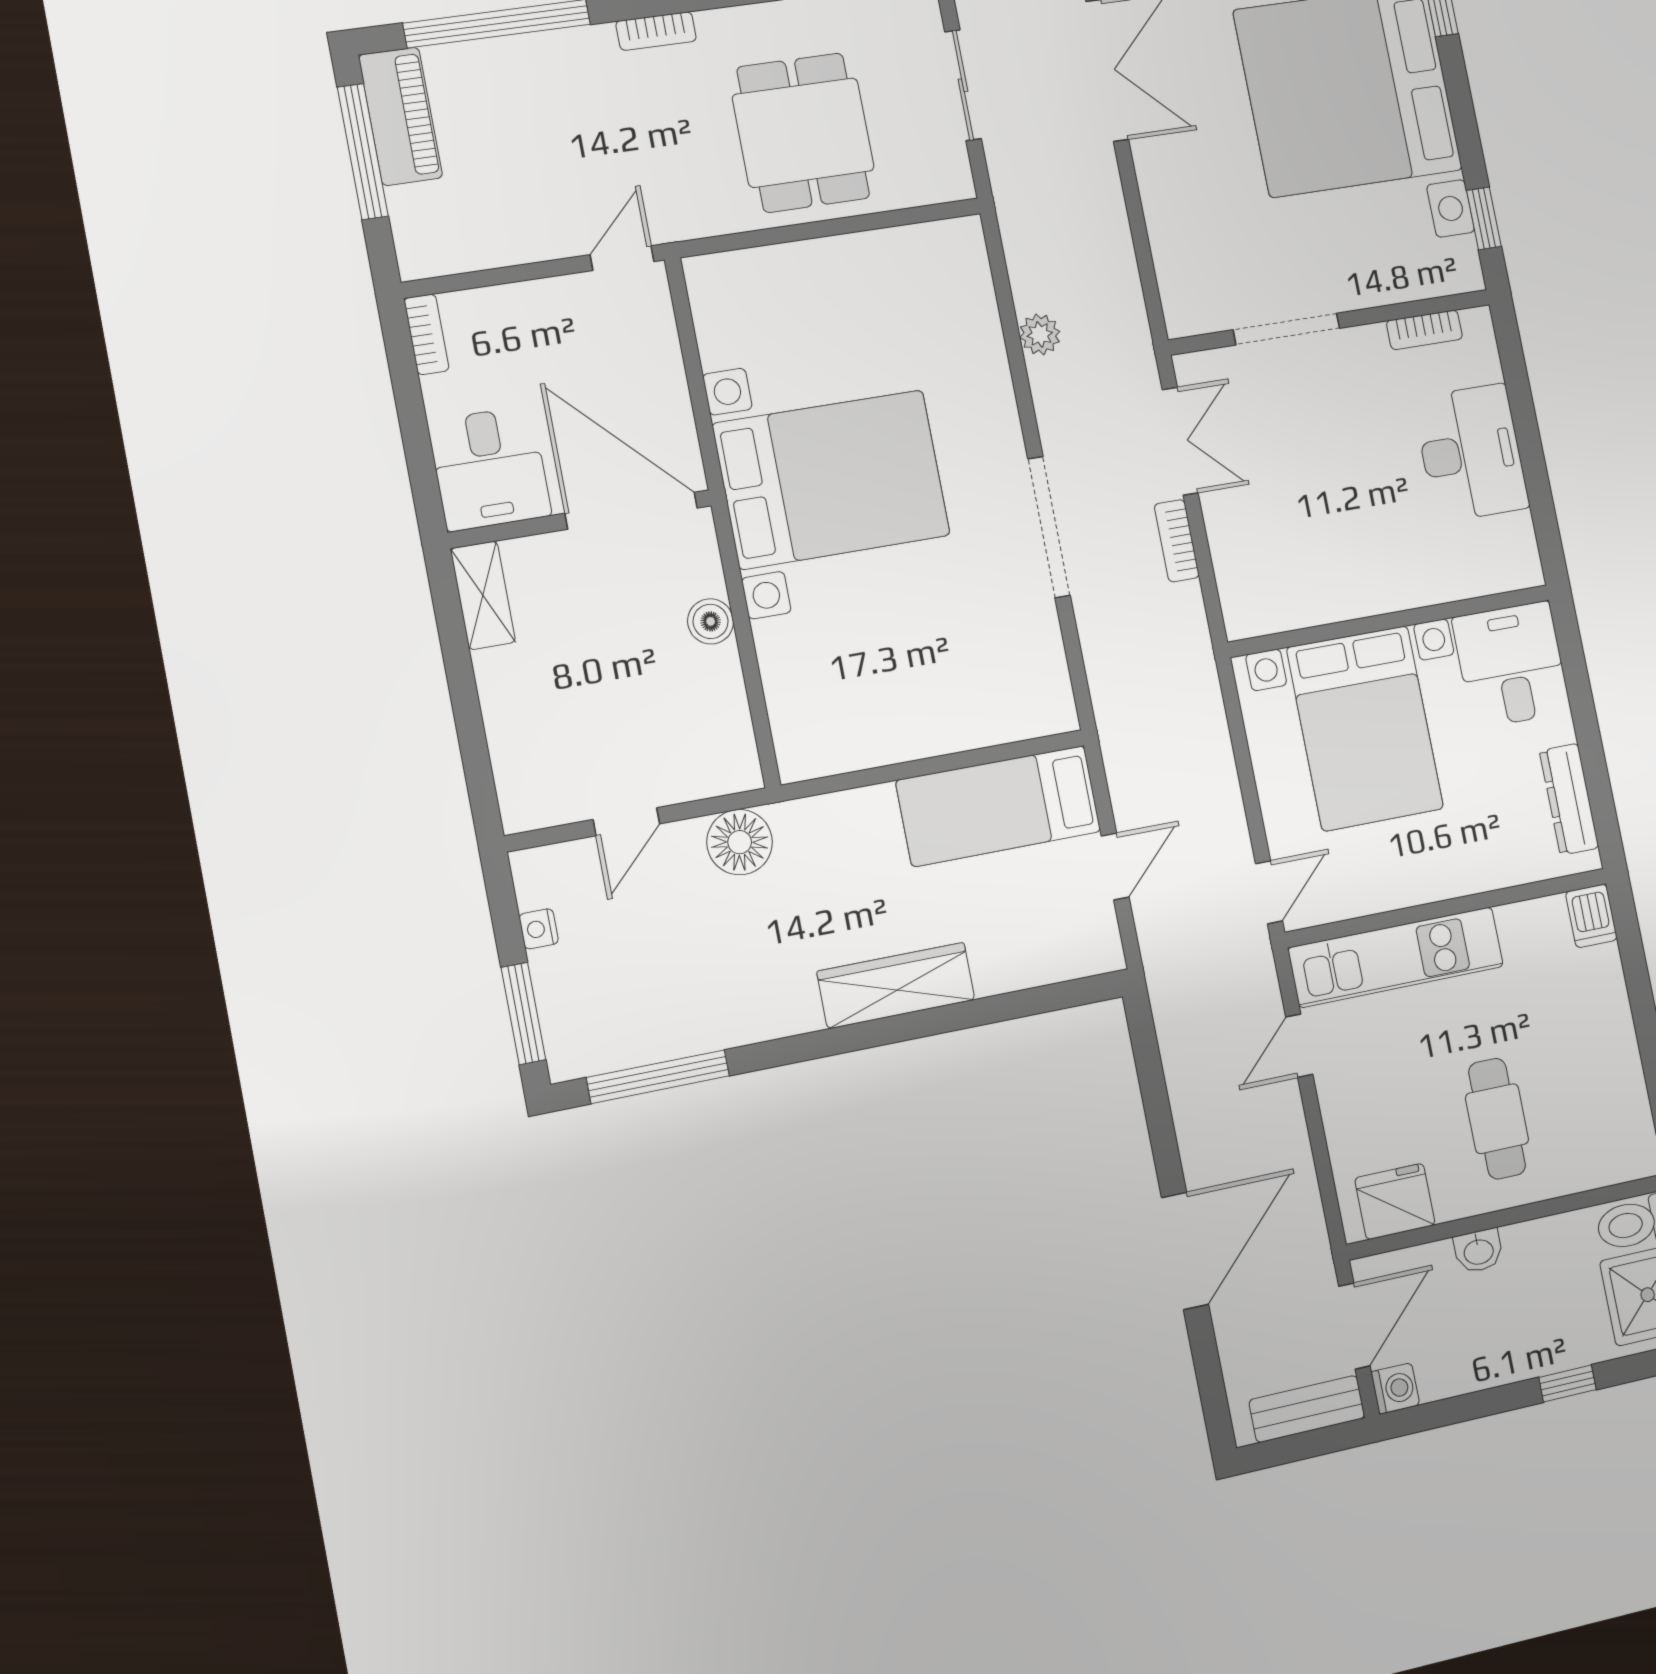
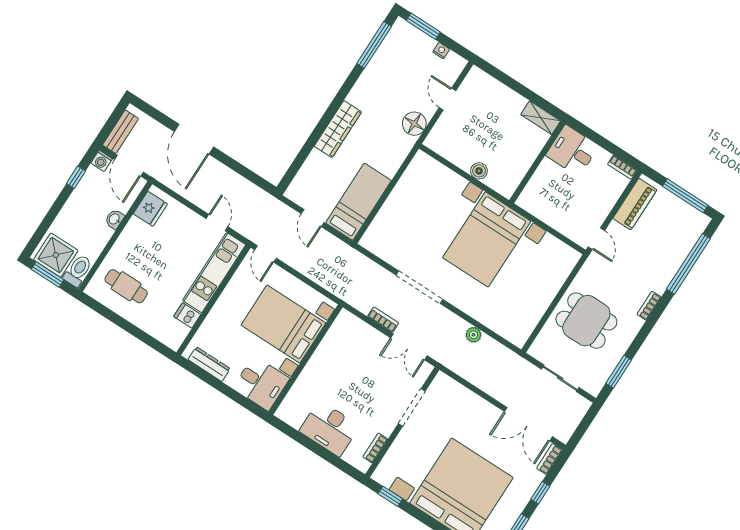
piano: (401, 116) -> (635, 204), moved, turned -90
door: (631, 511) -> (527, 178), removed
dishwasher: (1591, 916) -> (187, 315), moved
cafe table: (1497, 1119) -> (126, 286), moved
window: (1568, 1383) -> (76, 177), moved

